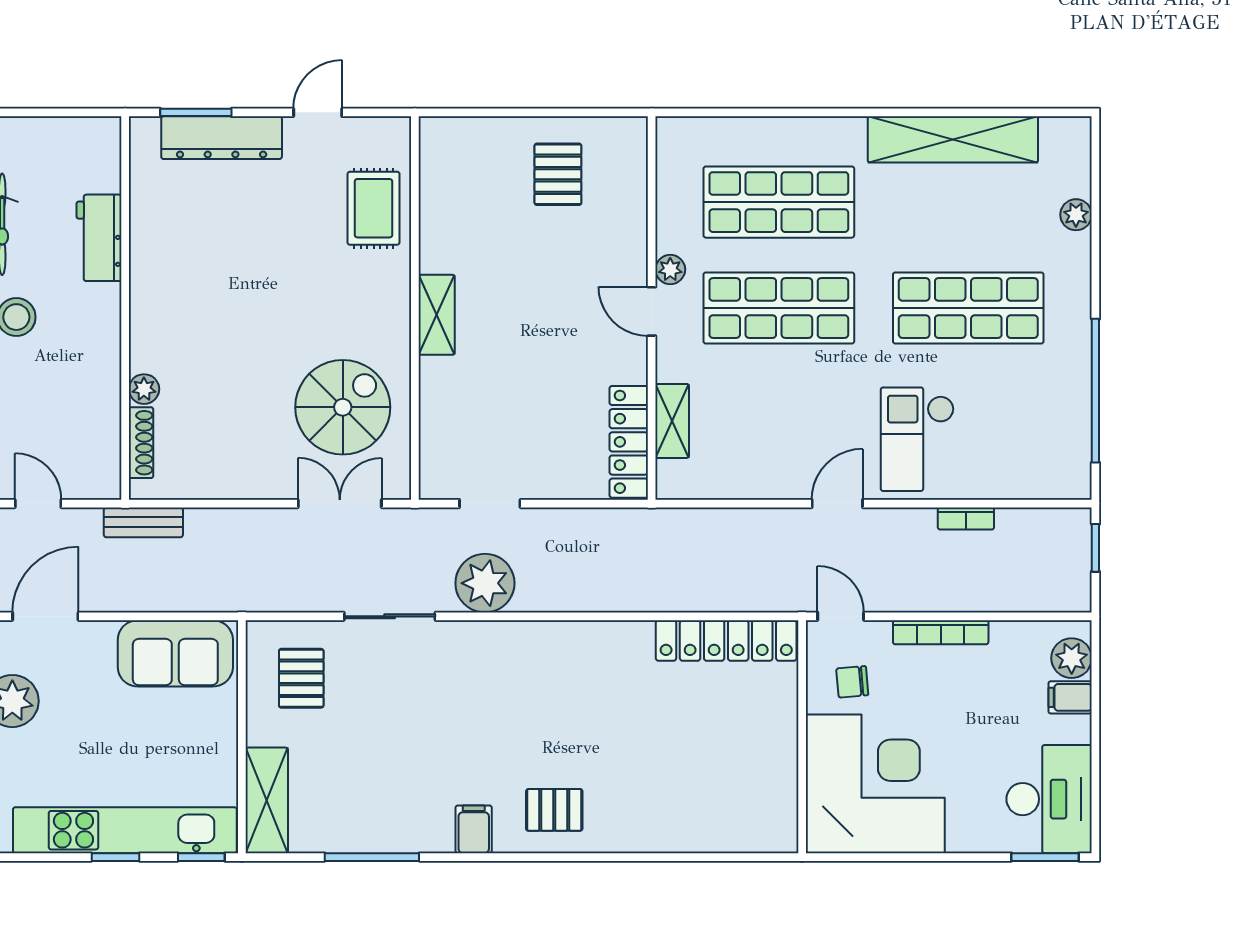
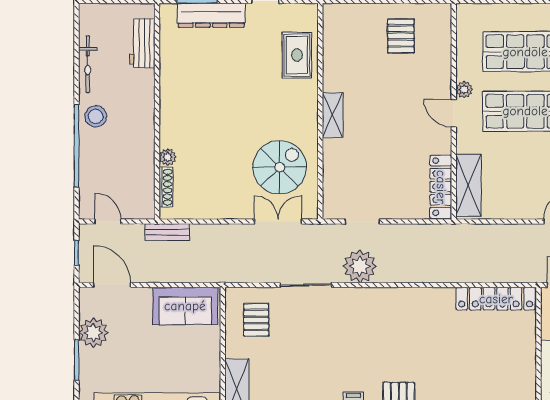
workbench: (99, 238) -> (142, 43), moved
shelving: (672, 421) -> (468, 185), width x1.50, depth x1.33
door: (45, 616) -> (112, 285), hinge flipped

